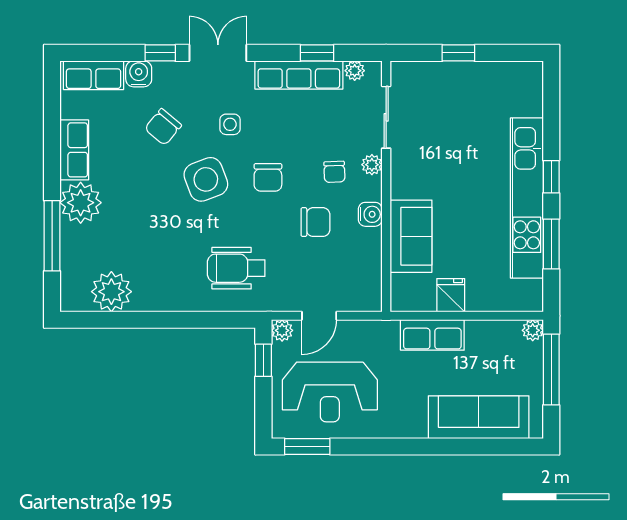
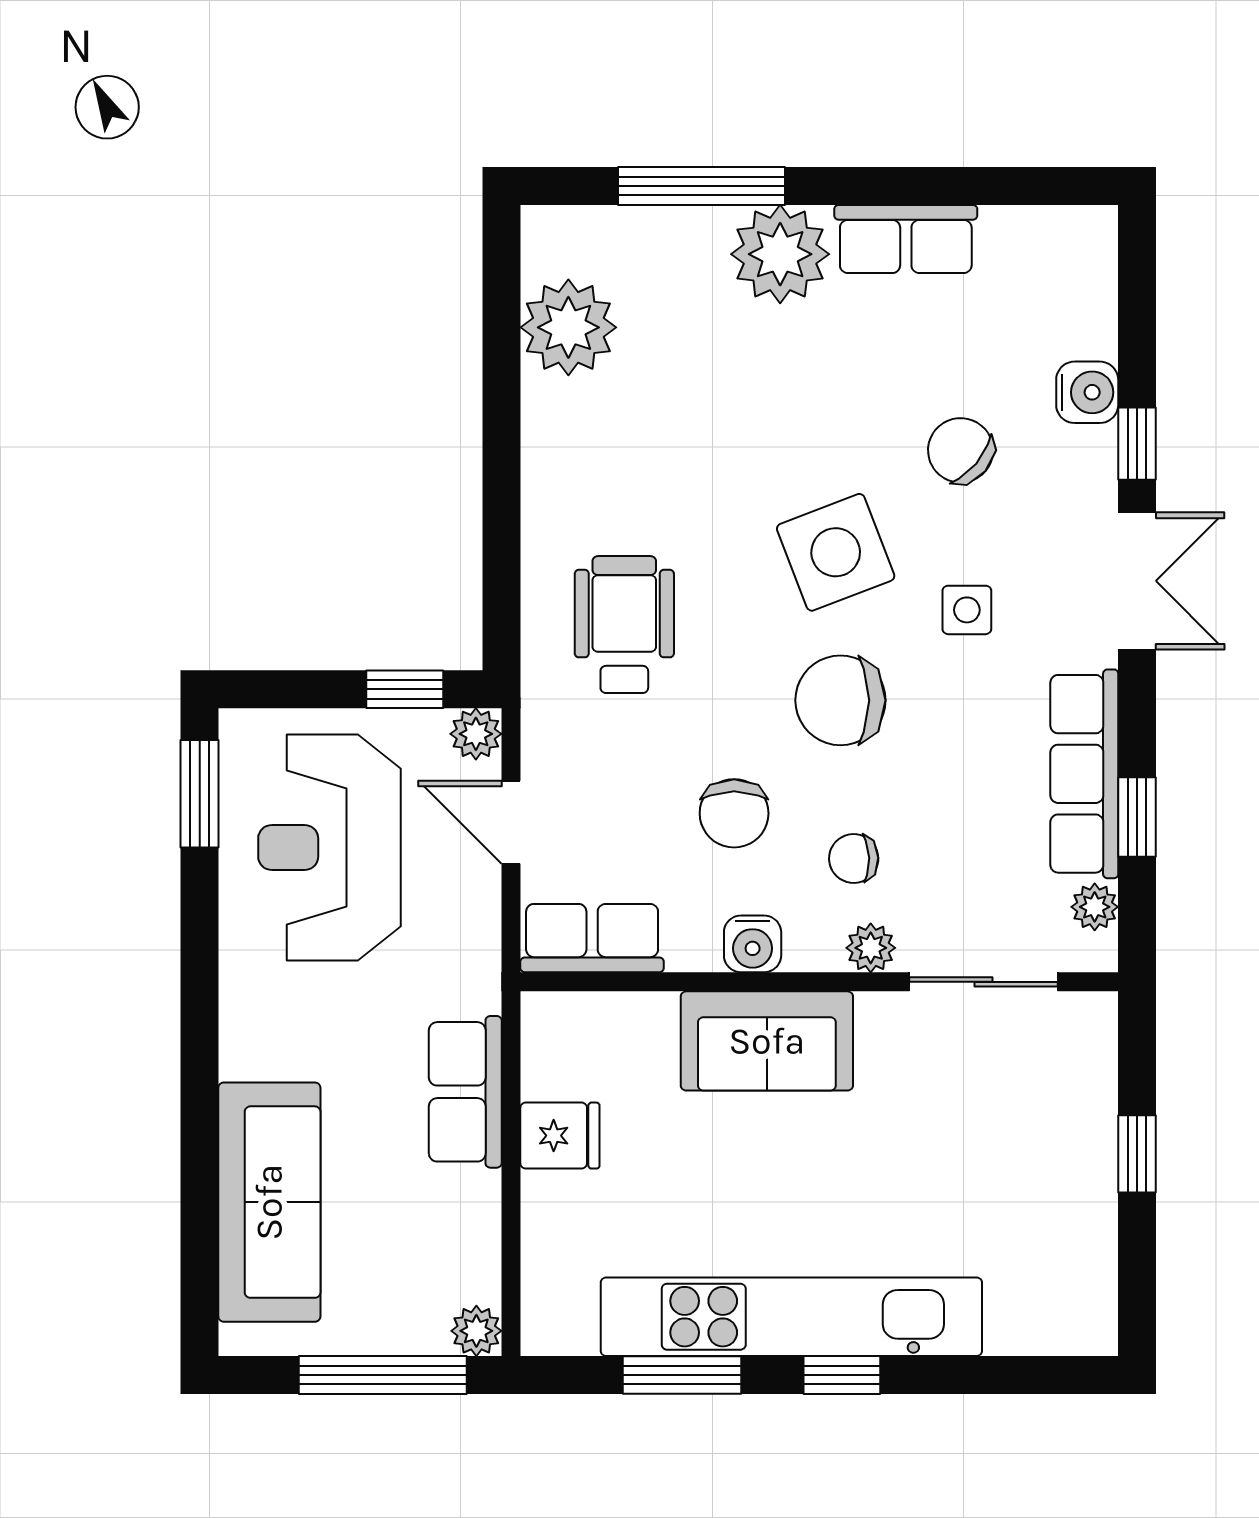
row of seats: (93, 75) -> (592, 938), moved, turned 90
chair: (268, 177) -> (840, 700), width x1.37, depth x1.37
sofa: (411, 236) -> (767, 1041), moved

